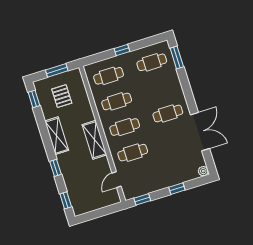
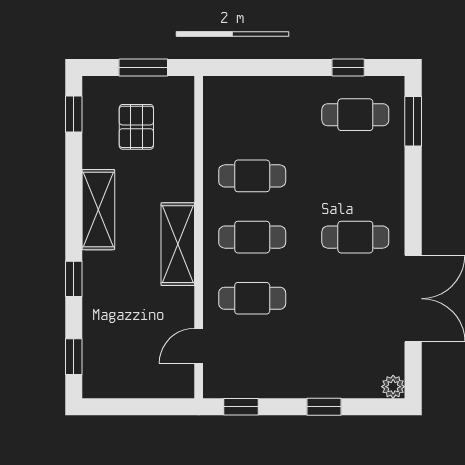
window: (122, 50) -> (348, 67), moved
cafe table: (109, 76) -> (252, 115), removed

